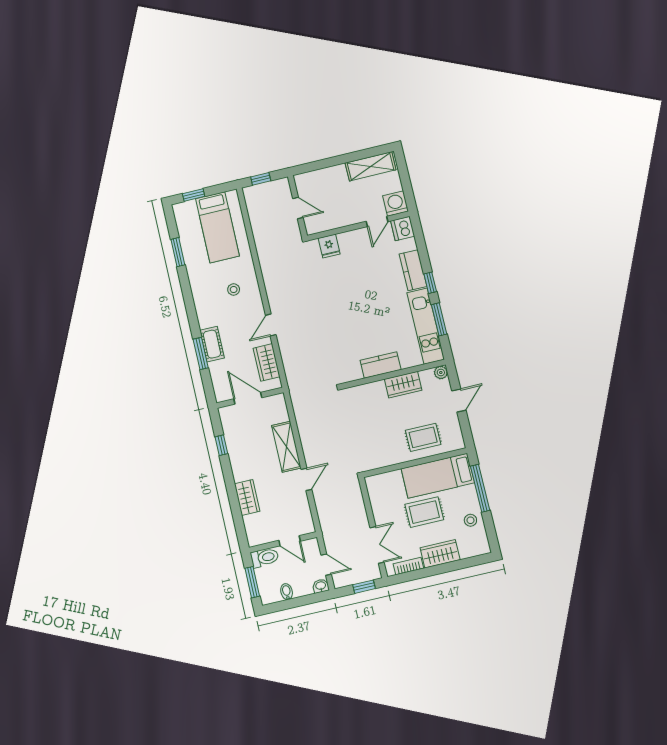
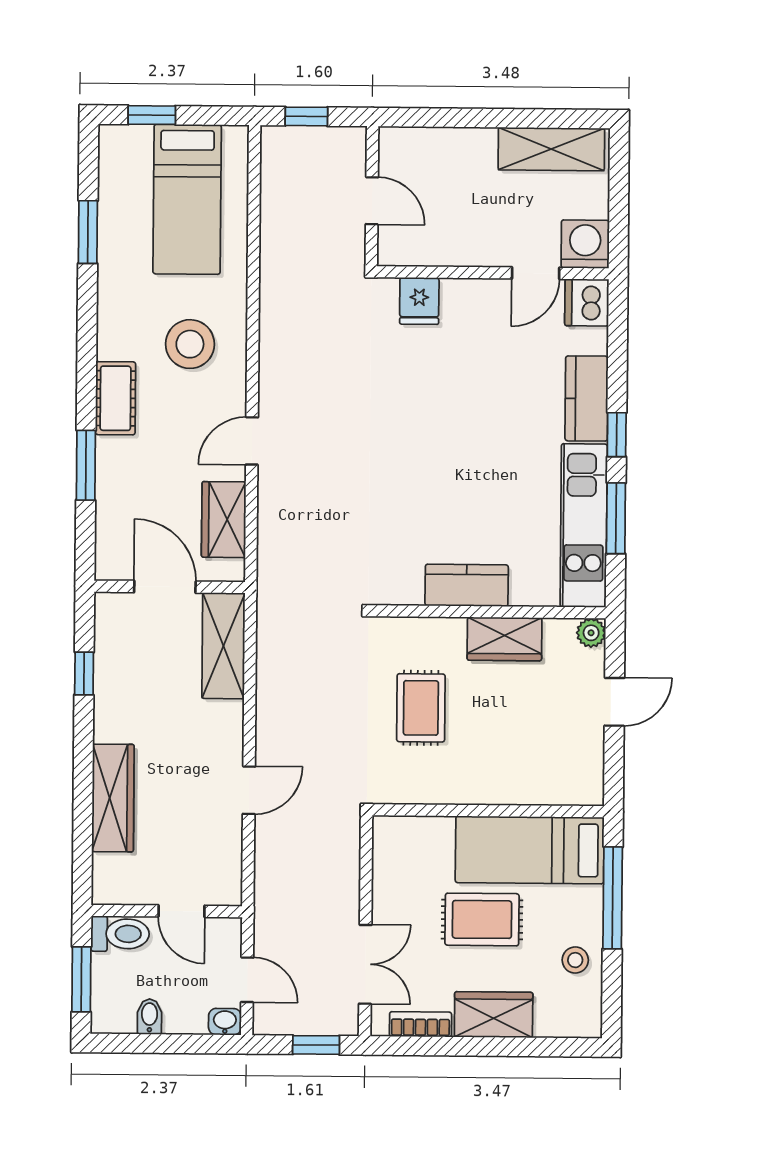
stool: (234, 290) -> (190, 344), width x1.89, depth x1.89
cot: (212, 344) -> (116, 398), moved
rug: (423, 437) -> (421, 708), moved, turned 90
shelving: (286, 447) -> (223, 646), moved
wardrobe: (247, 497) -> (113, 798), width x1.50

